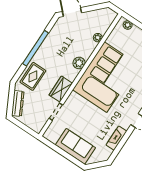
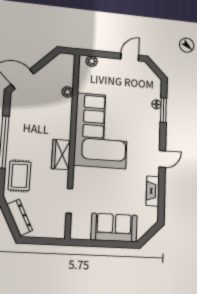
plant: (79, 63) -> (63, 131), removed
wardrobe: (61, 89) -> (61, 155), moved

